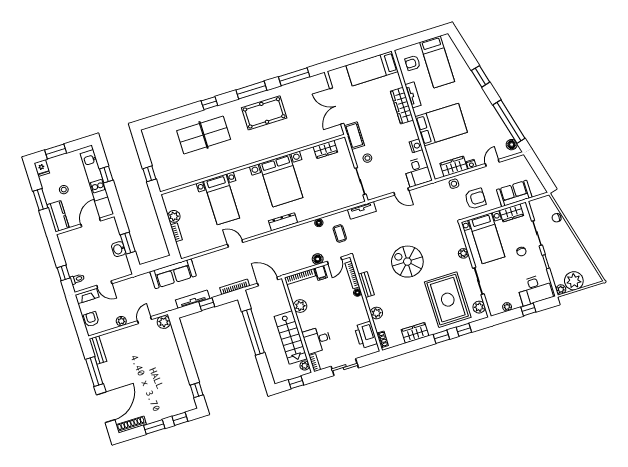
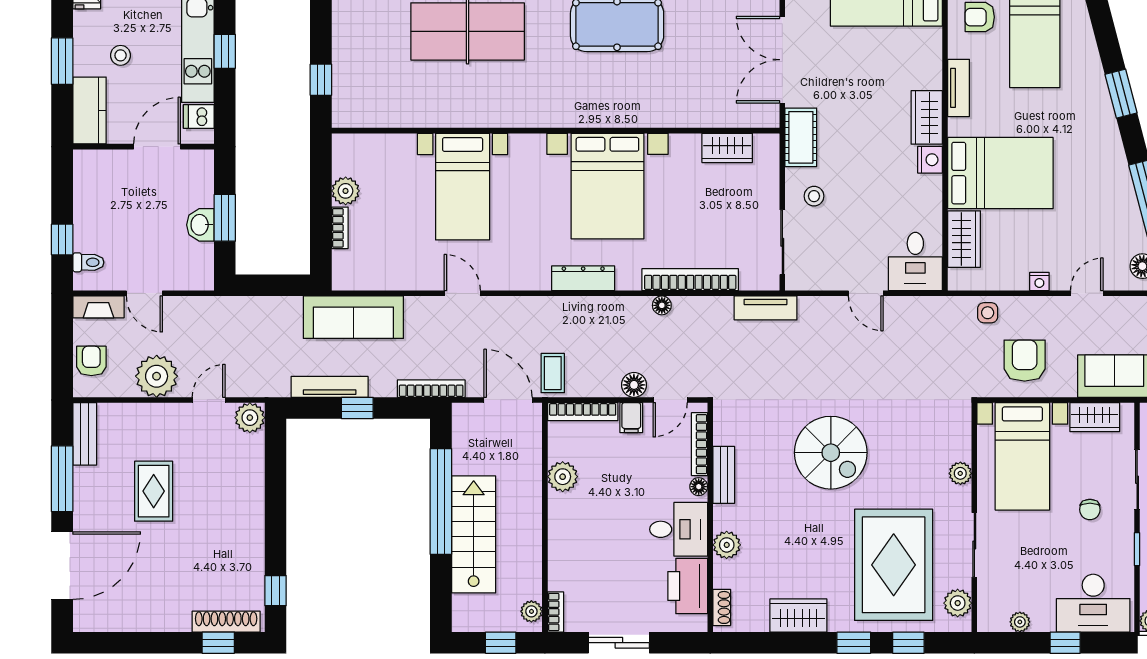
wardrobe: (402, 106) -> (927, 117), width x0.67
nightstand: (416, 146) -> (930, 160), moved
wardrobe: (454, 166) -> (964, 239), moved, turned 90
armchair: (475, 199) -> (1025, 361), turned -90
dishwasher: (104, 205) -> (199, 116), added
bookcase: (327, 208) -> (690, 280), added
coffee table: (340, 233) -> (553, 373), moved
spiral stairs: (407, 262) -> (831, 453), turned 180
sofa: (173, 274) -> (353, 317), moved
plant: (121, 321) -> (157, 376), width x1.87, depth x1.87
stairs: (291, 338) -> (474, 534), moved, turned 180
desk: (317, 340) -> (679, 529), moved, turned 180
rug: (134, 365) -> (154, 491), added
shoe rack: (131, 424) -> (226, 622), moved
window: (154, 427) -> (156, 643), removed

